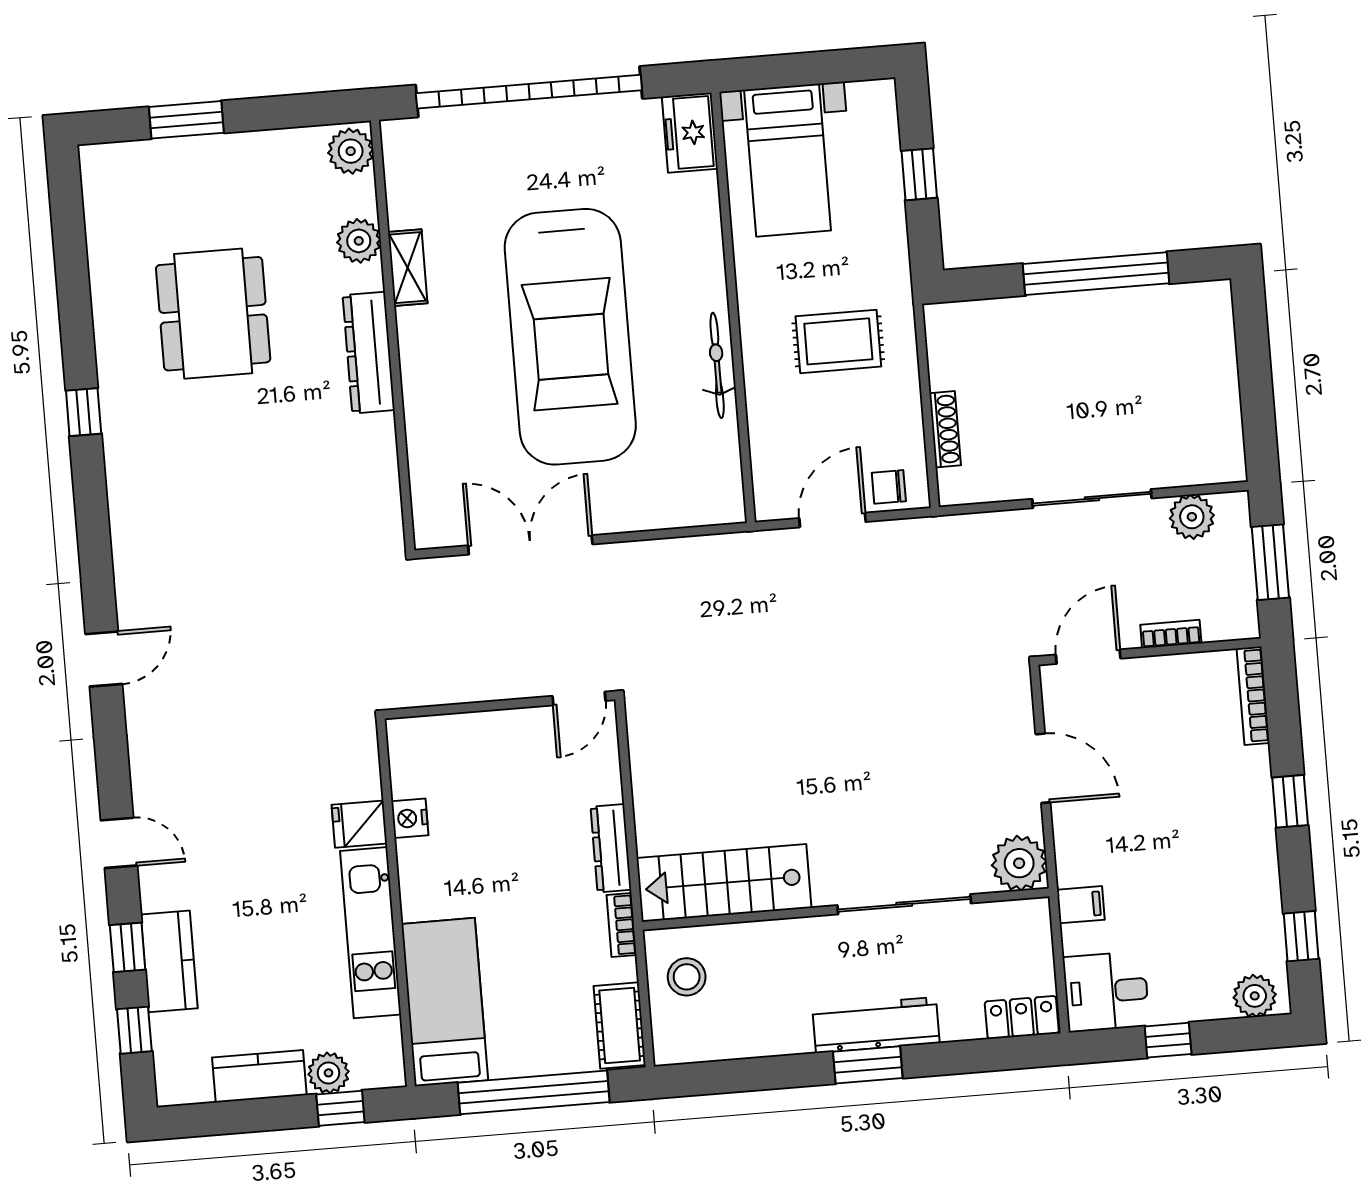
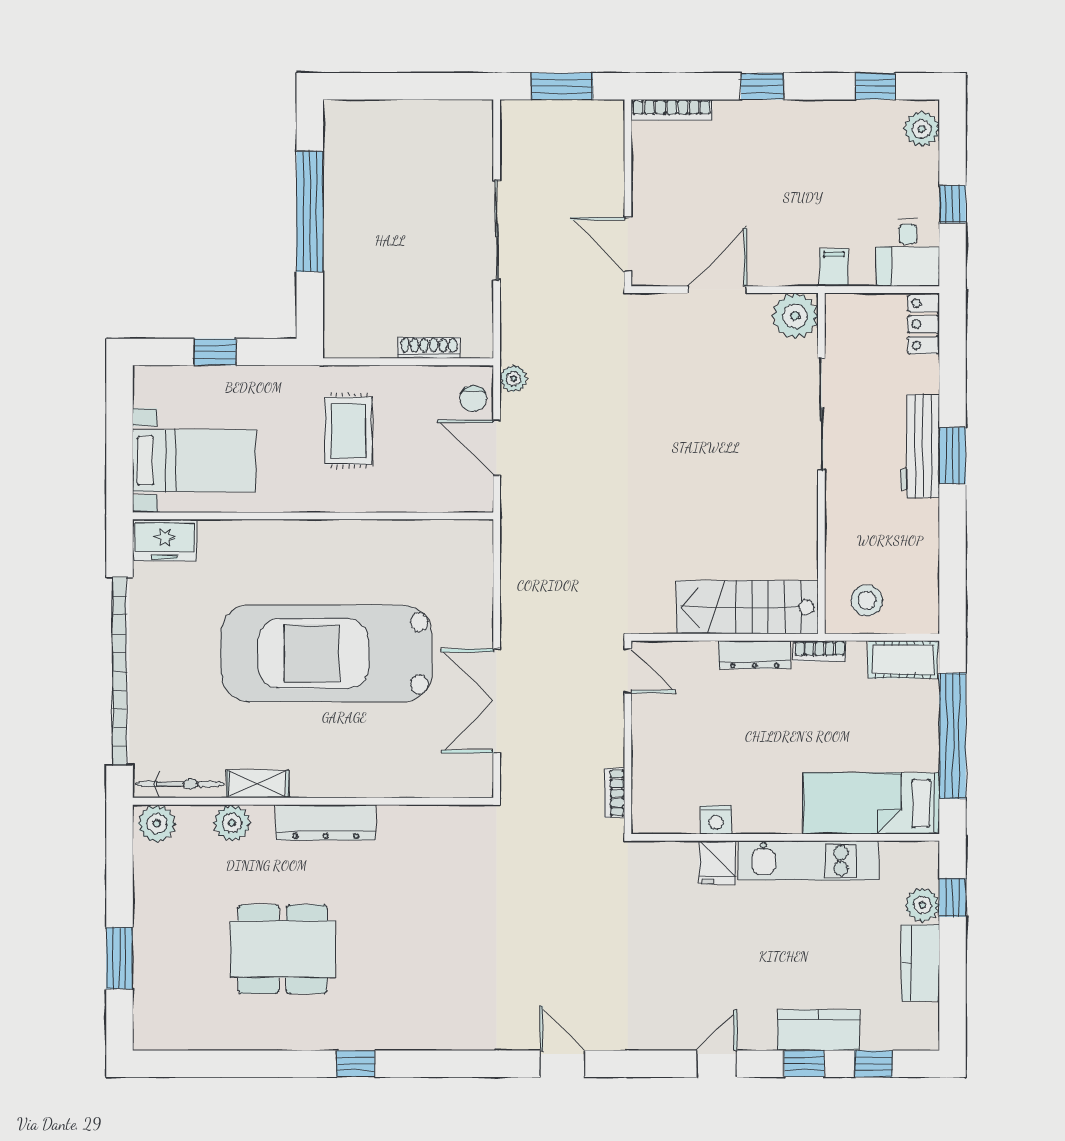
car: (570, 337) -> (326, 653), turned 180
bicycle: (717, 365) -> (180, 784), moved, turned 180
plant: (1192, 517) -> (514, 379), moved, width x0.73, depth x0.73
bookcase: (1171, 634) -> (615, 793), moved
stairs: (724, 883) -> (747, 607), moved, turned 90

